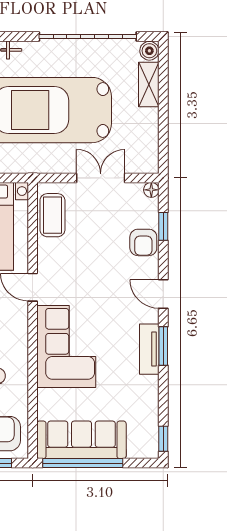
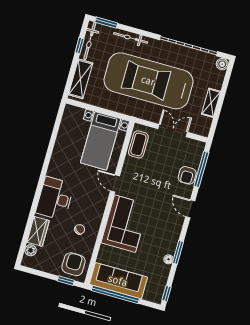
shelving: (149, 84) -> (211, 103), moved
floor lamp: (151, 190) -> (169, 259), moved
window: (163, 226) -> (201, 169), width x2.17
window: (163, 346) -> (178, 252), moved
tv unit: (149, 349) -> (173, 239), removed

